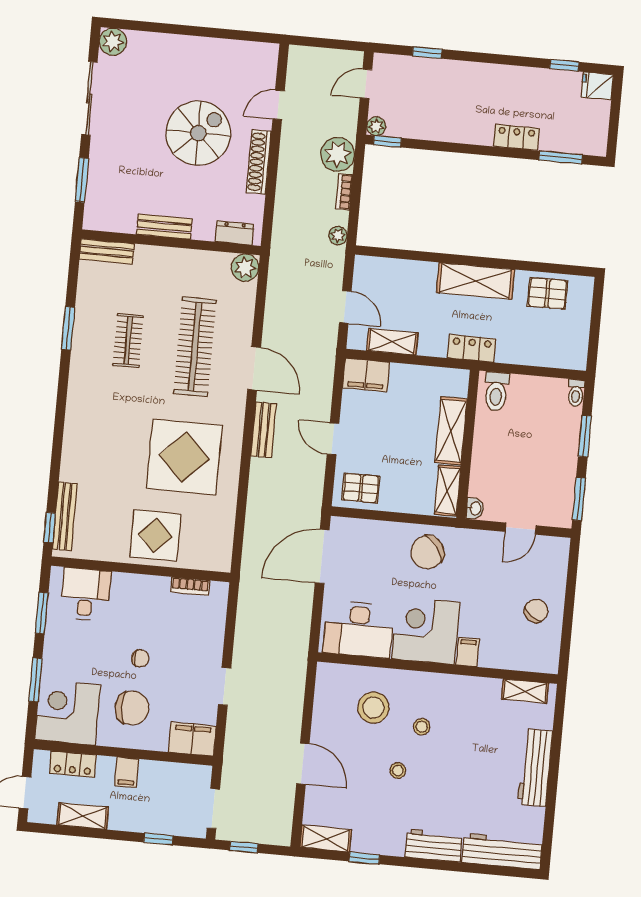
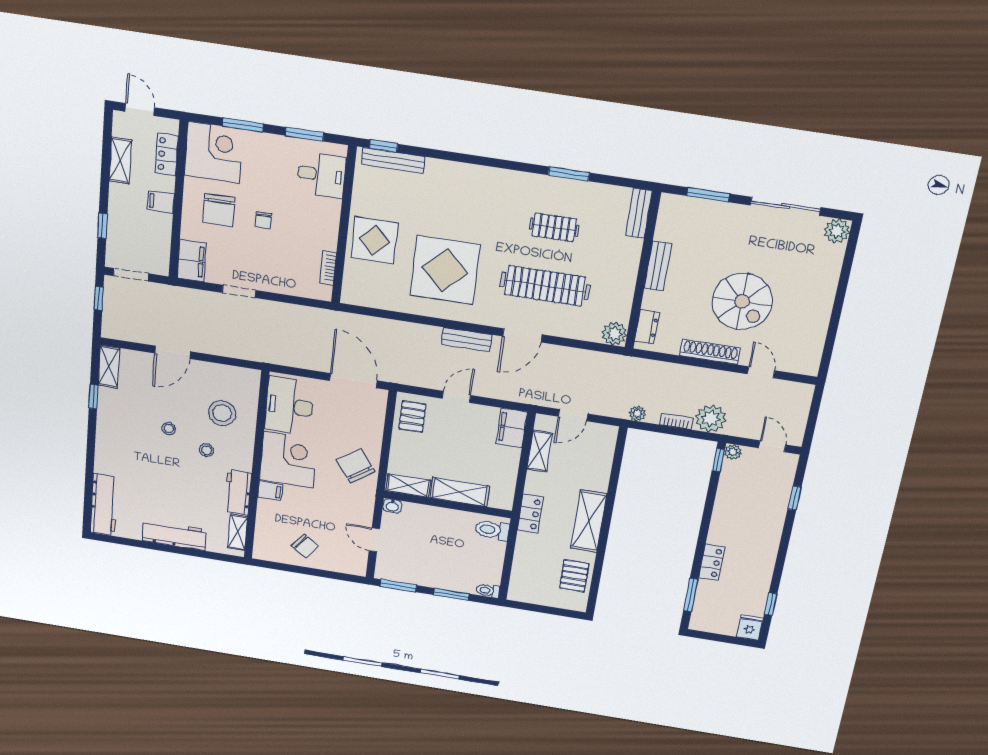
workbench: (434, 846) -> (238, 492), moved, turned 180

